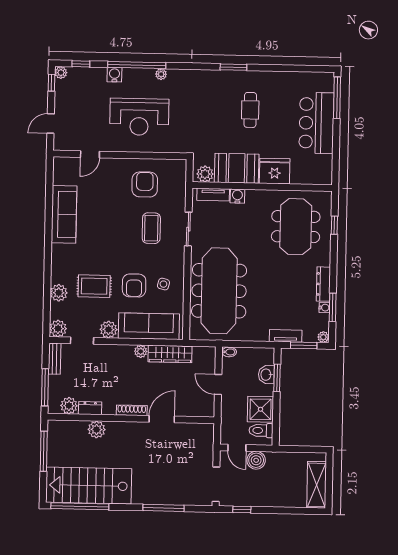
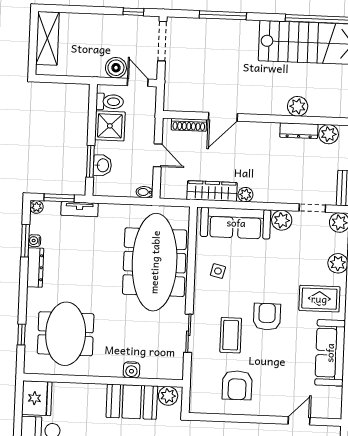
fridge: (275, 171) -> (37, 398), moved, turned -90
tv unit: (213, 195) -> (159, 372), removed
armchair: (134, 285) -> (267, 317), moved
rug: (94, 286) -> (319, 299), moved
dresser: (90, 408) -> (299, 131), width x1.44
shoe rack: (132, 410) -> (189, 125), moved

